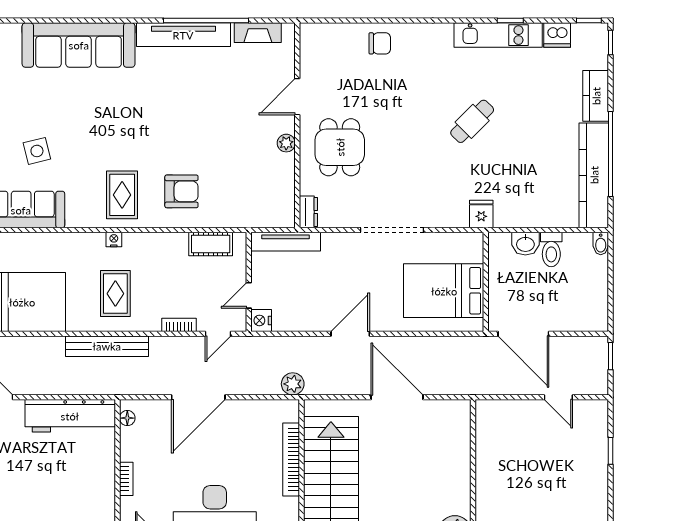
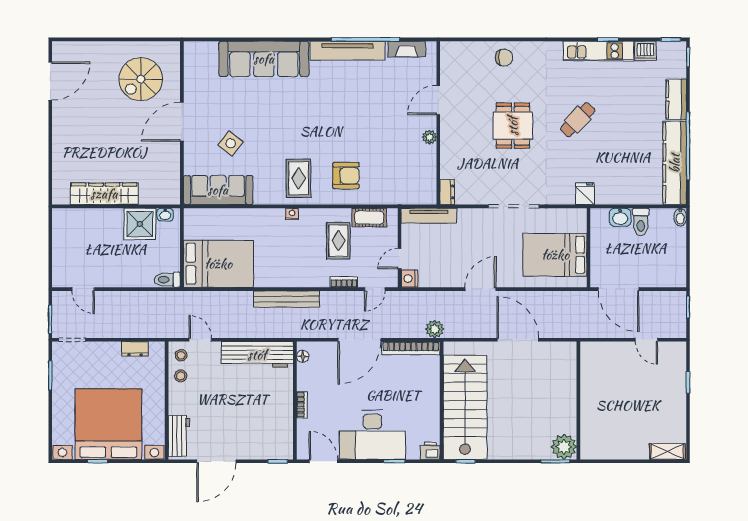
dining table: (340, 147) -> (513, 126), moved
side table: (37, 151) -> (231, 143), turned -38
rug: (115, 294) -> (338, 241), moved
bookcase: (291, 459) -> (411, 348), moved, turned -90

